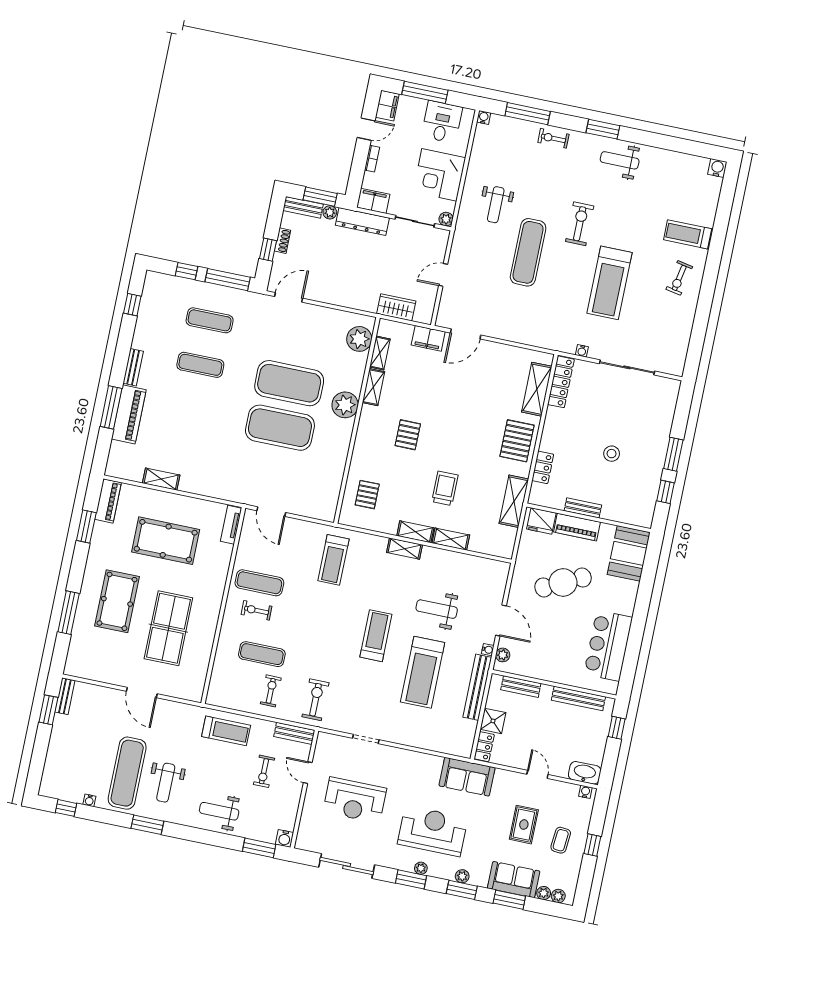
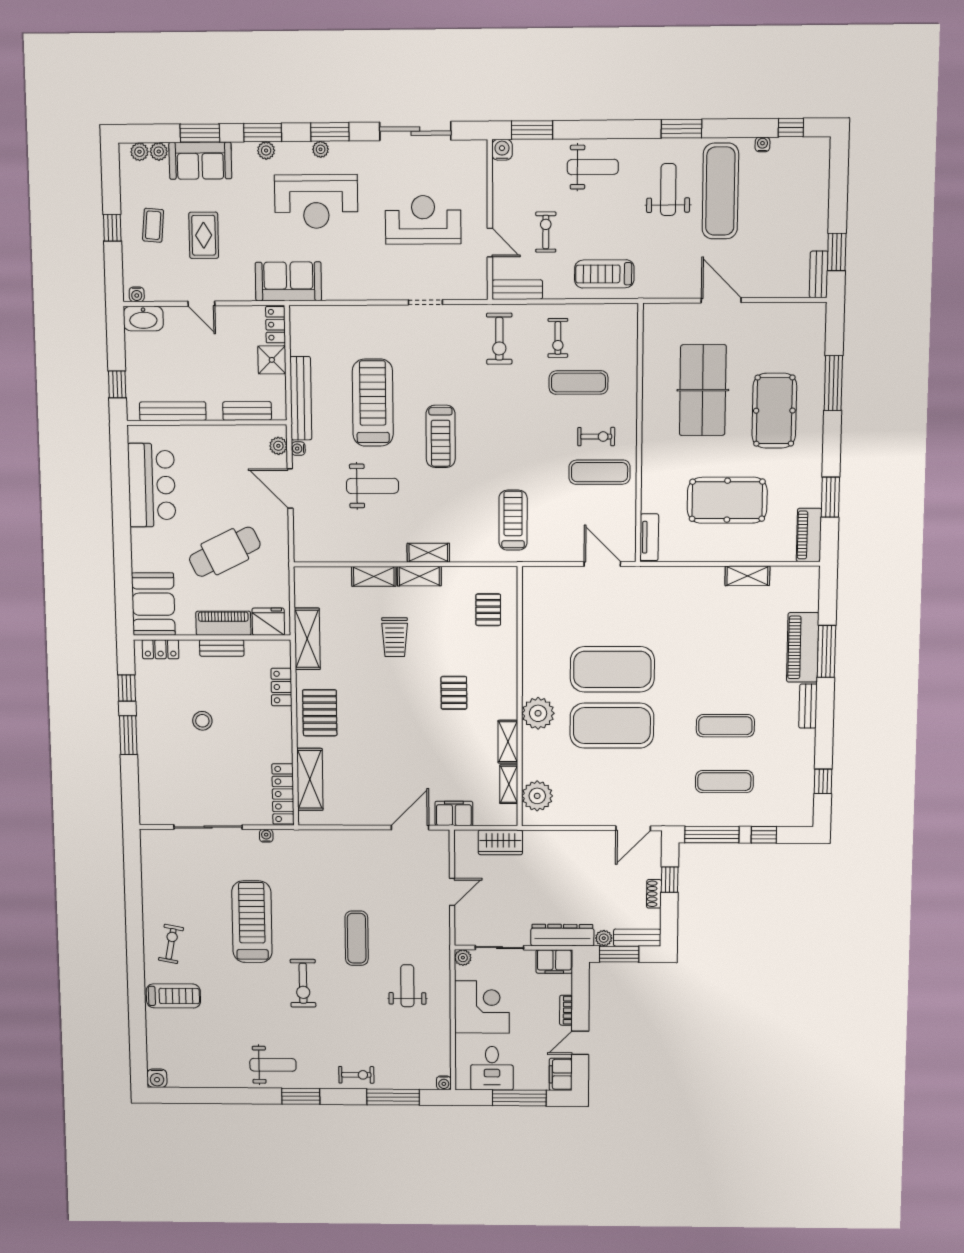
exercise mat: (528, 252) -> (357, 938), width x0.73, depth x0.69
locker: (631, 517) -> (160, 649), added

